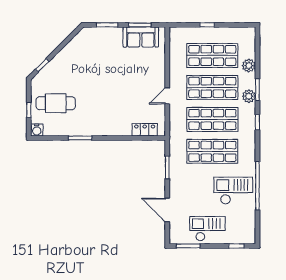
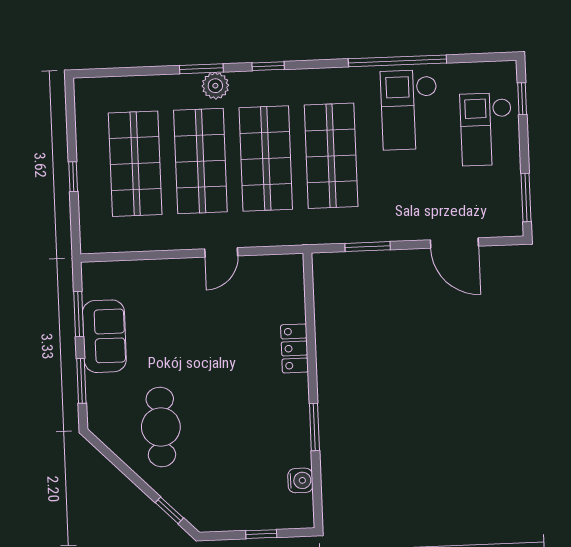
sofa: (141, 37) -> (104, 336), moved
plant: (249, 66) -> (153, 88), removed
door: (167, 96) -> (221, 252), hinge flipped
cafe table: (56, 103) -> (161, 427), moved
water cooler: (37, 130) -> (300, 480), moved
locker: (145, 130) -> (294, 348), moved
door: (167, 210) -> (454, 243), hinge flipped
checkout: (207, 229) -> (486, 129), moved

